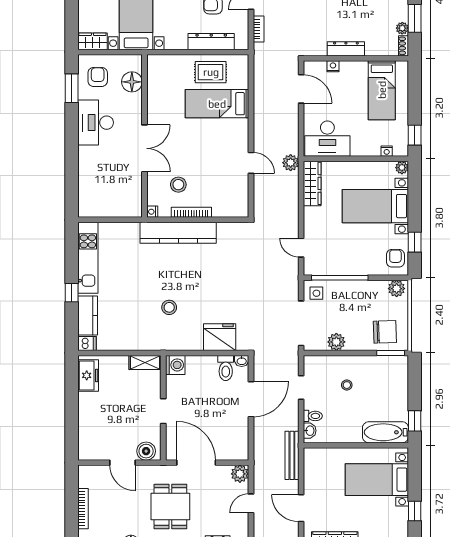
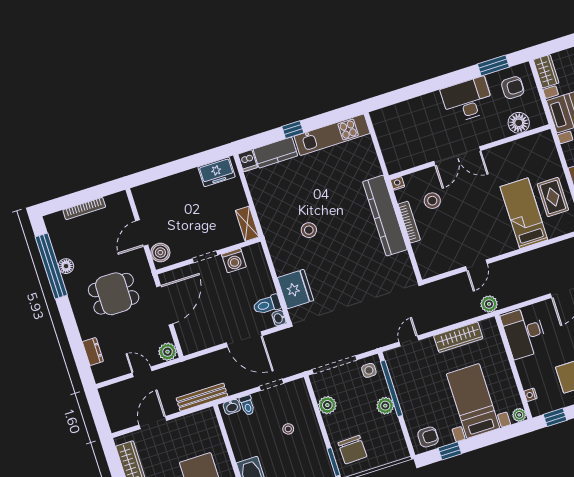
wardrobe: (312, 183) -> (458, 337), moved
plant: (397, 289) -> (385, 406), moved
washing machine: (175, 365) -> (234, 261), moved

